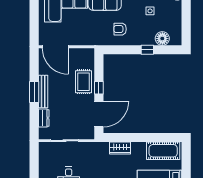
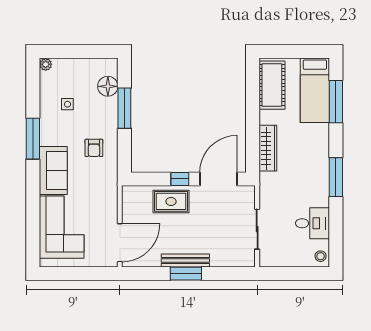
window: (147, 50) -> (124, 108), width x2.17
door: (99, 114) -> (218, 179), hinge flipped
dresser: (44, 118) -> (224, 260), removed
wardrobe: (120, 148) -> (268, 148), width x1.50

